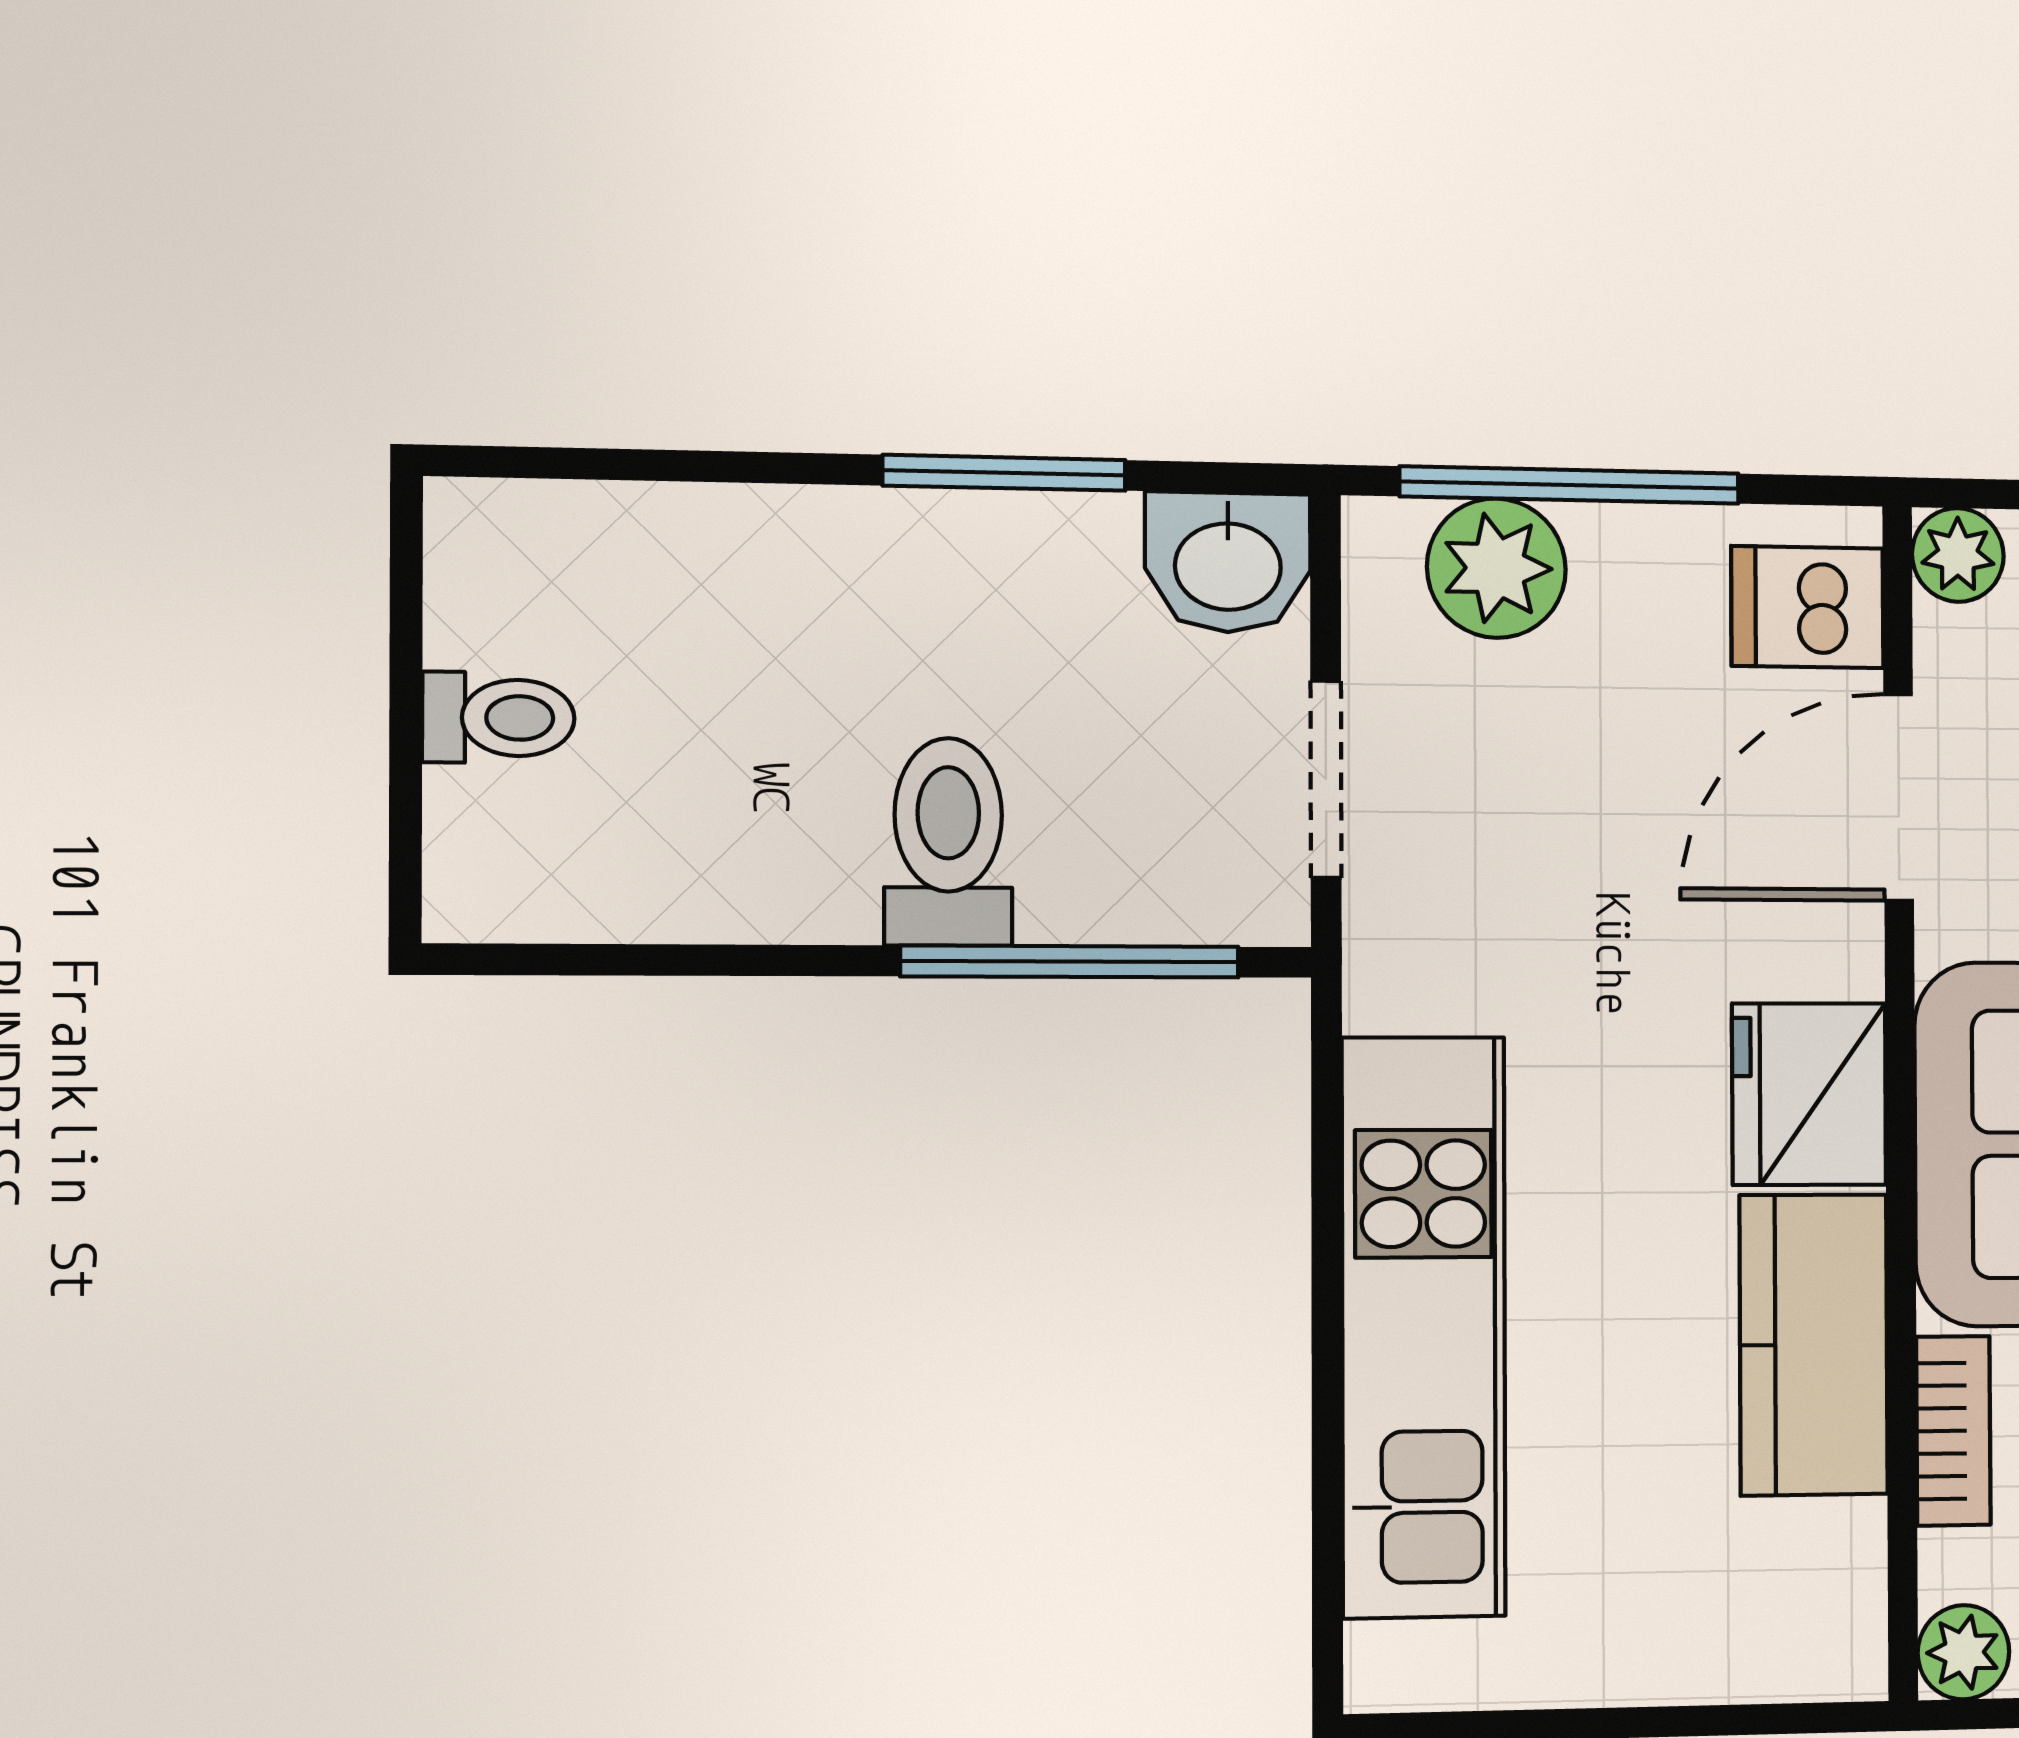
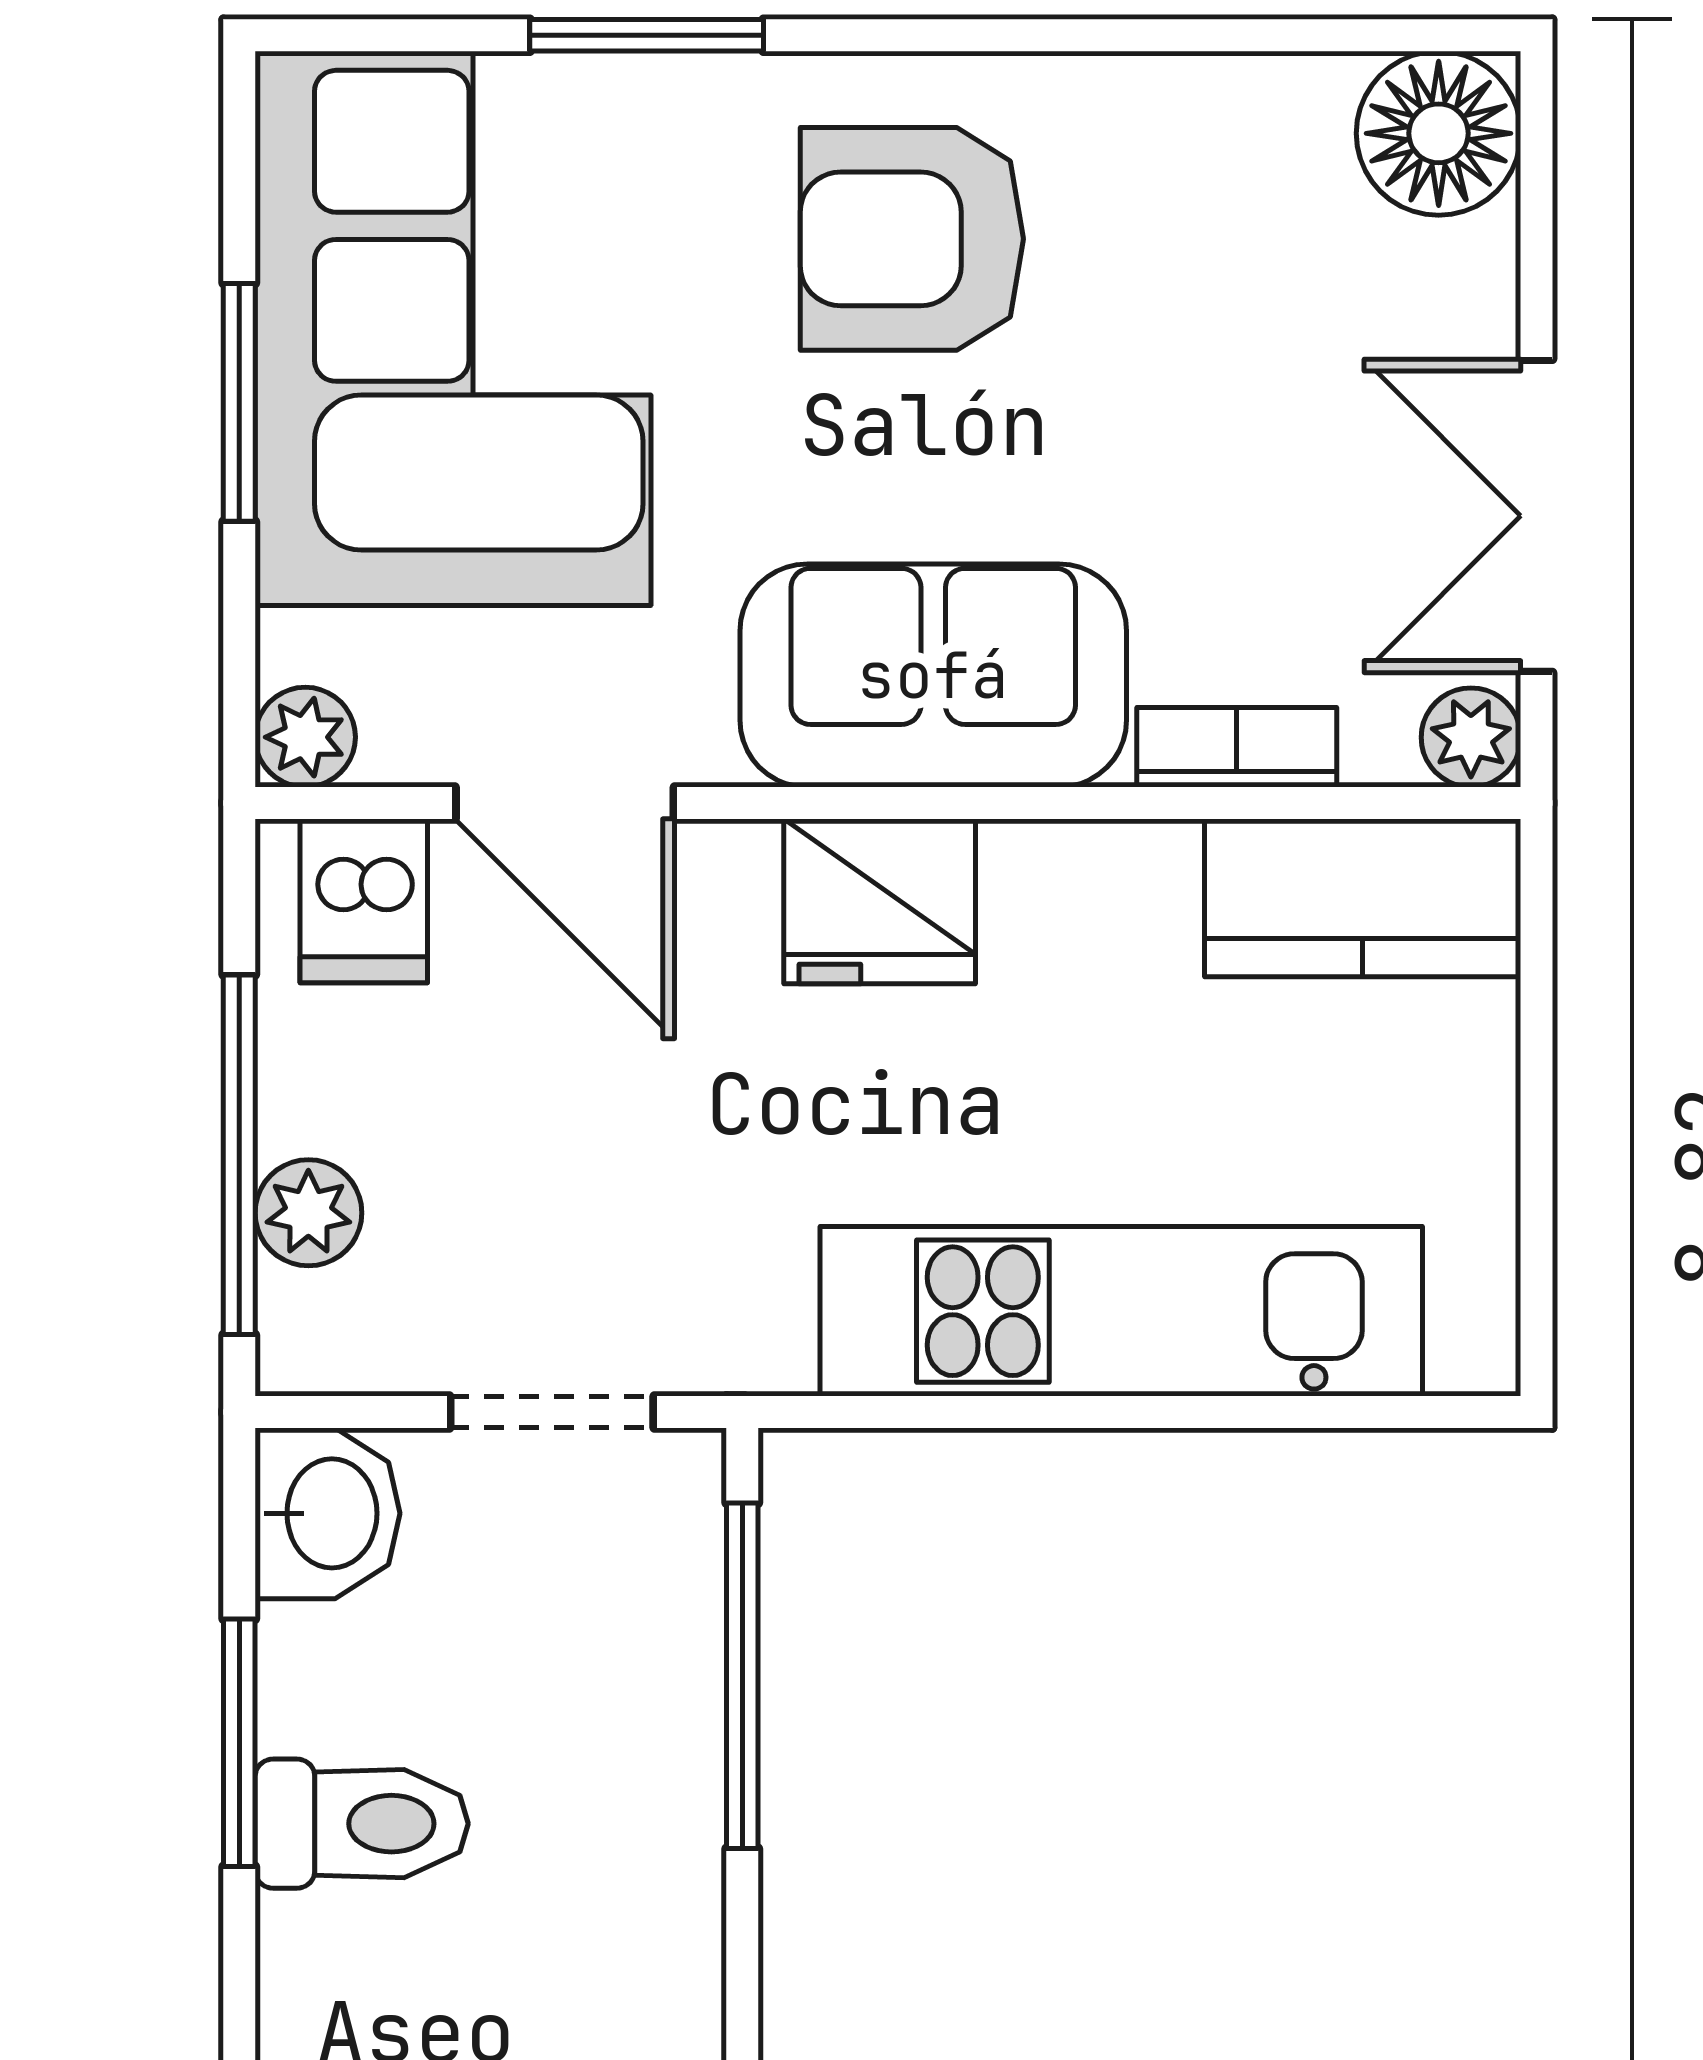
plant: (1496, 568) -> (308, 1213), width x0.73, depth x0.73
toilet: (948, 842) -> (362, 1824), moved, turned 180
kitchen counter: (1814, 1345) -> (1363, 898), moved

